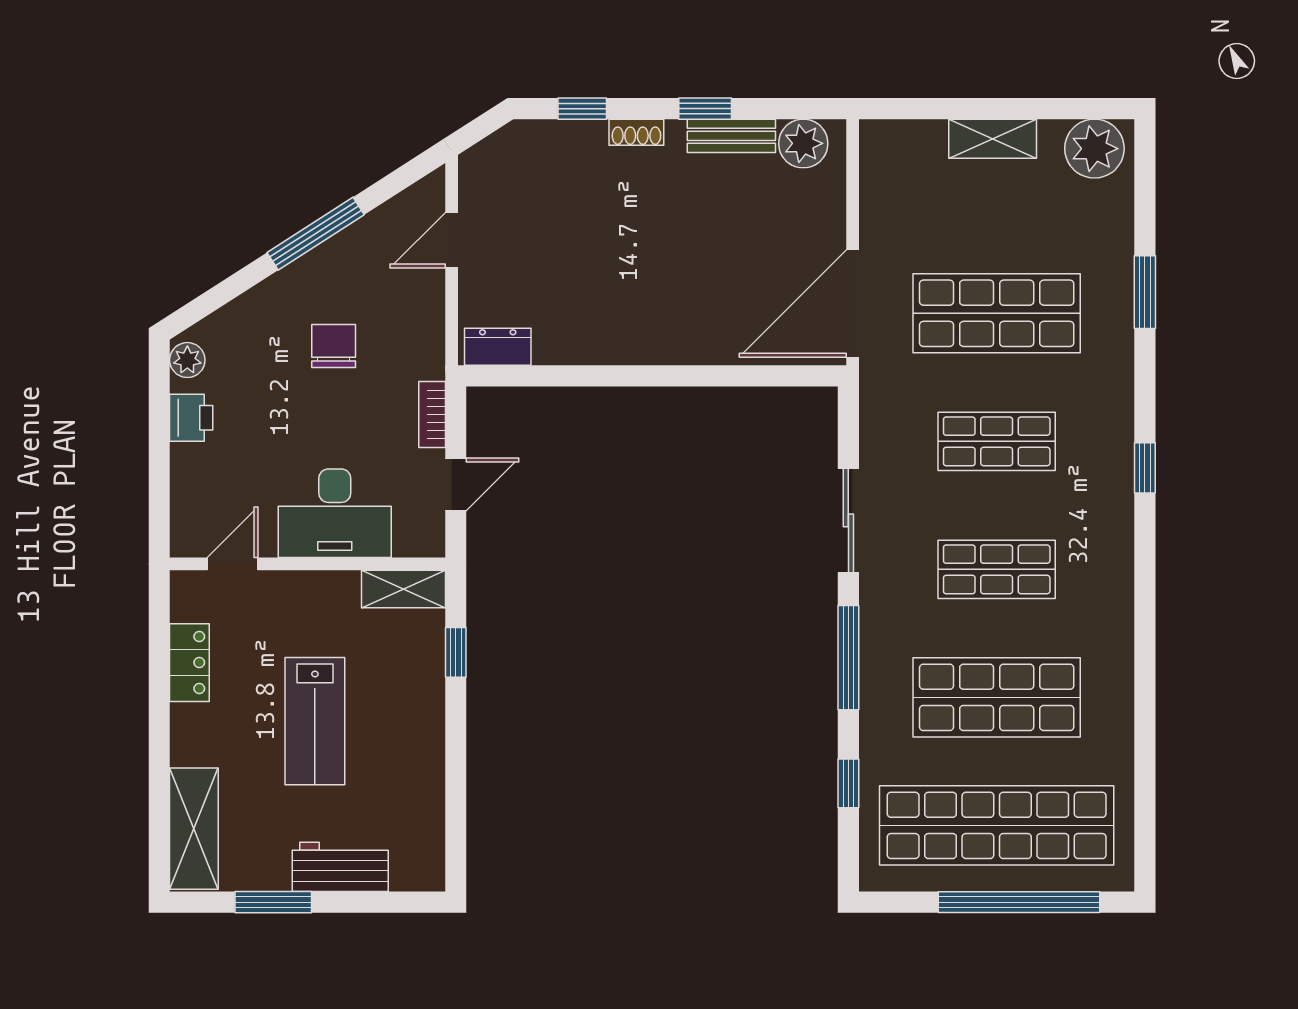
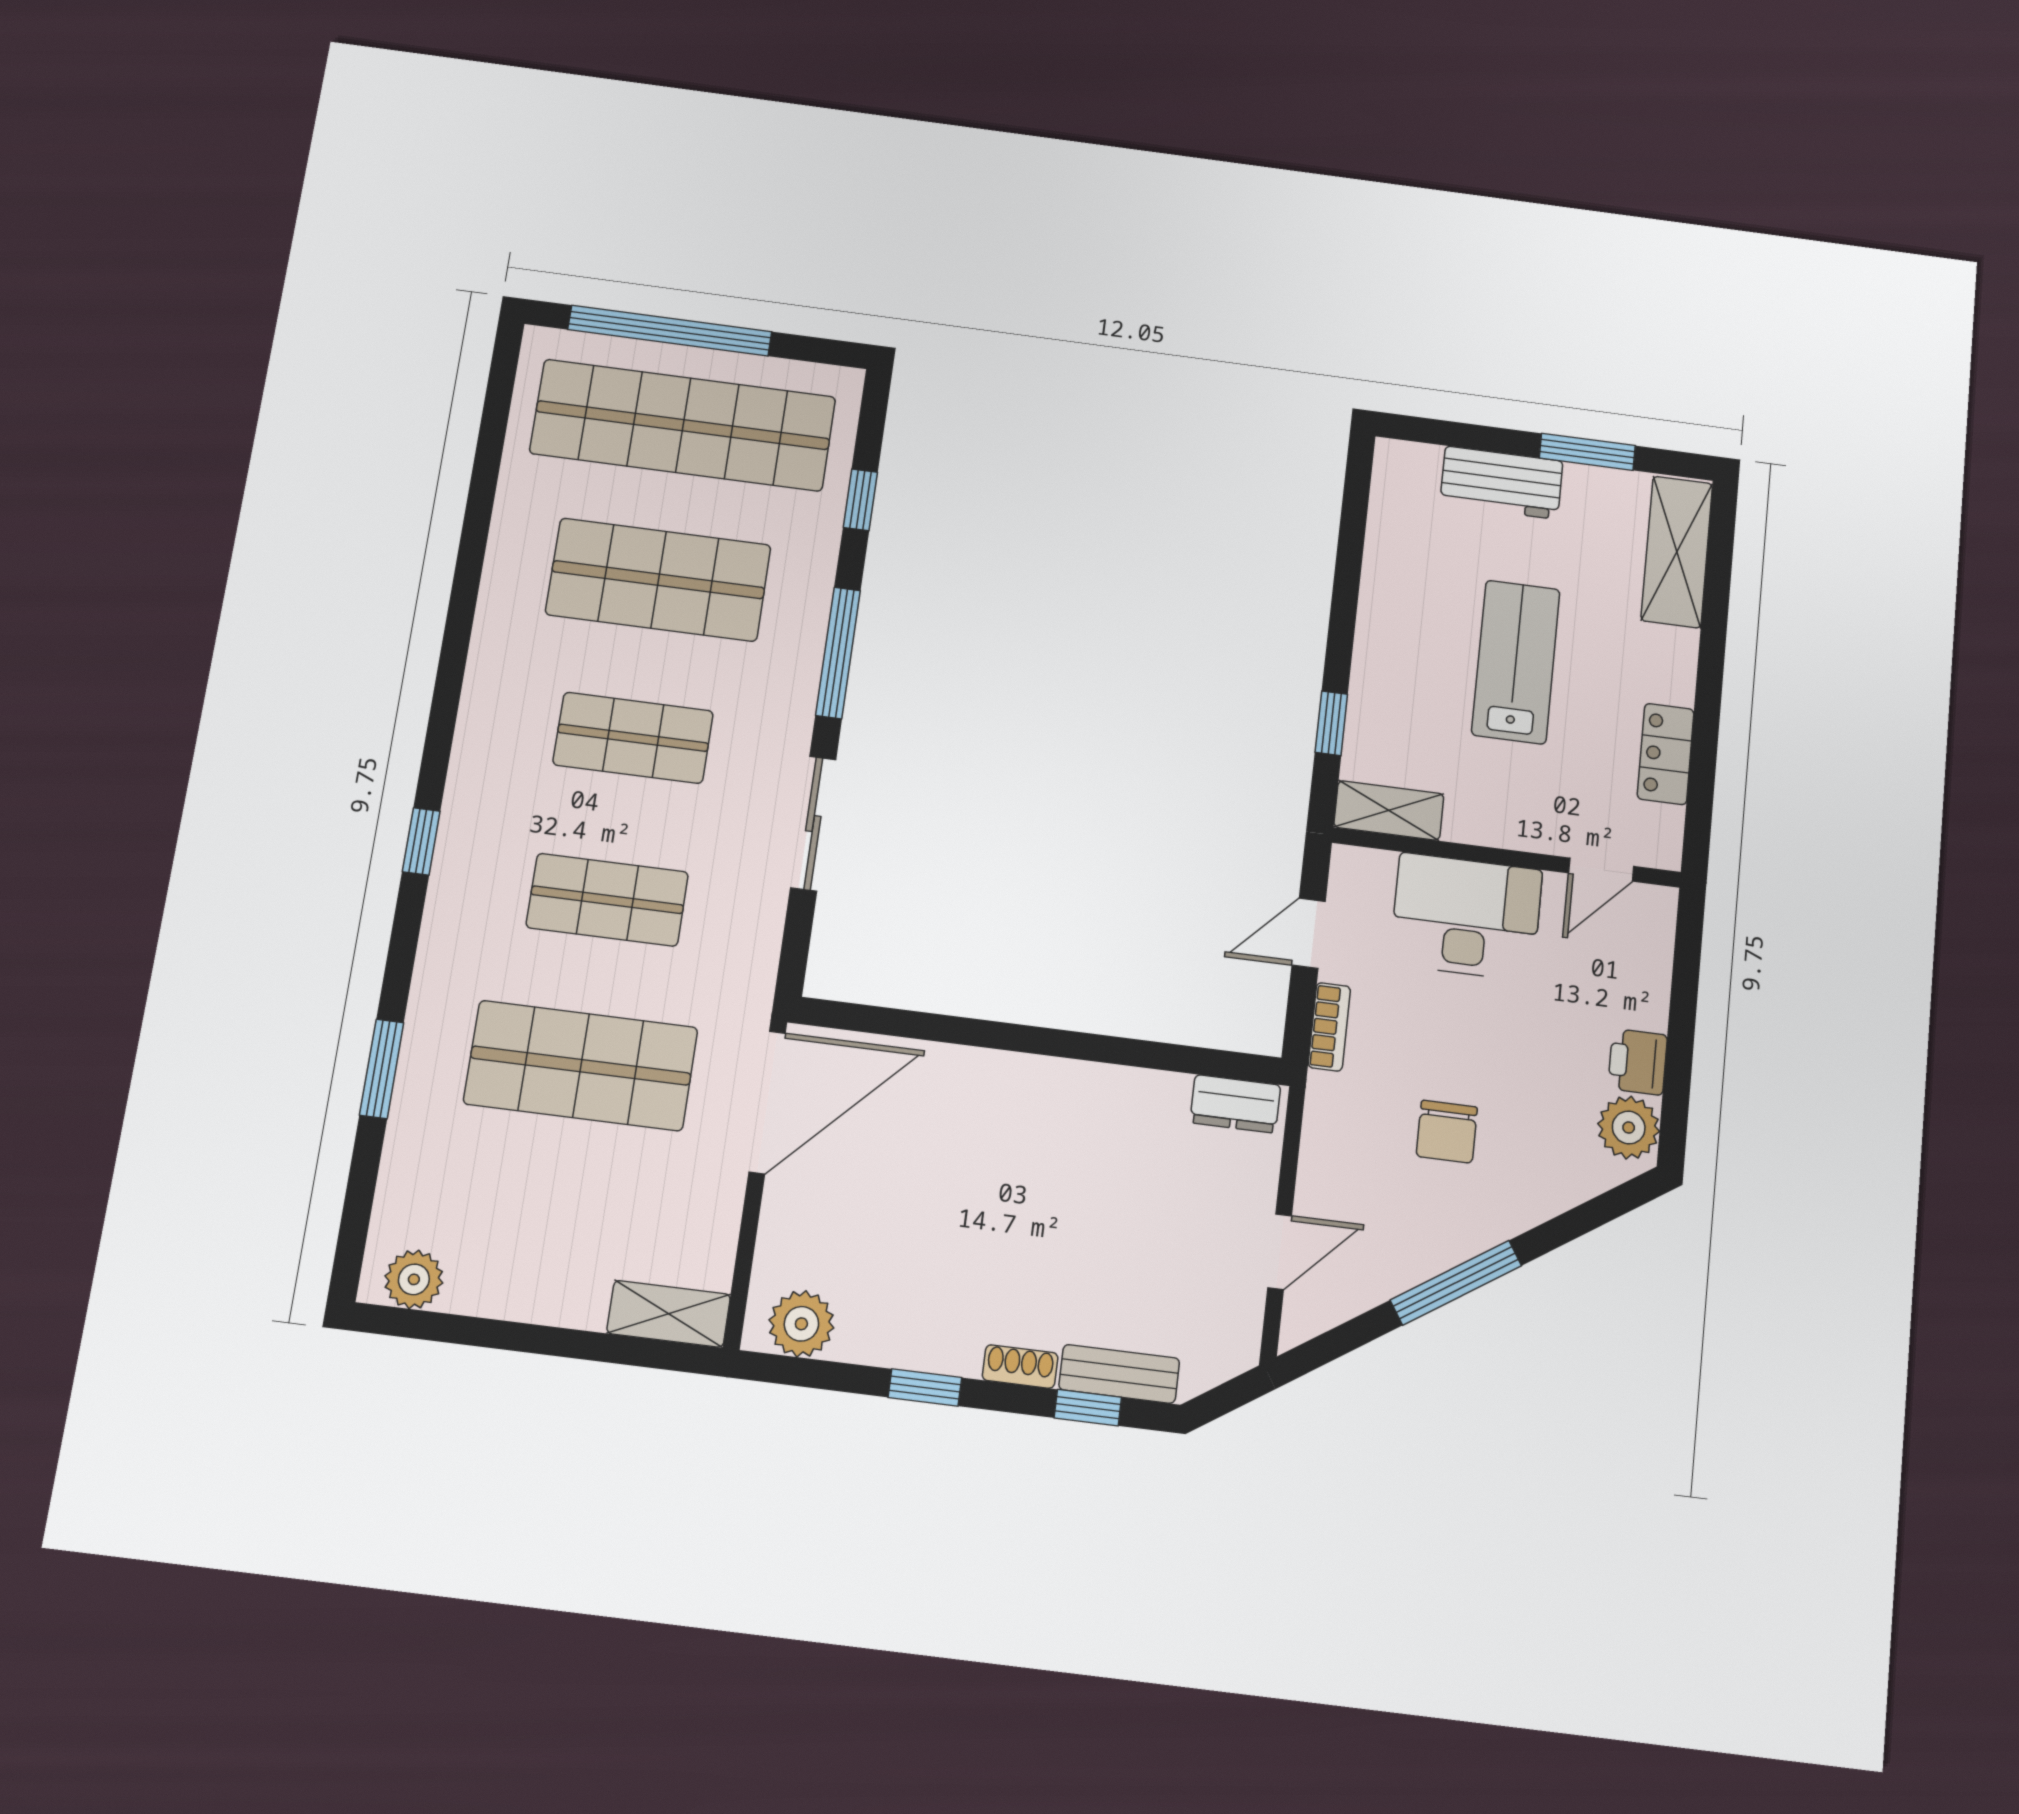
bench: (731, 136) -> (1119, 1374), moved
shelving: (993, 139) -> (669, 1314), moved
plant: (1094, 149) -> (414, 1279), width x0.73, depth x0.73
plant: (187, 360) -> (1629, 1128), width x1.38, depth x1.38

